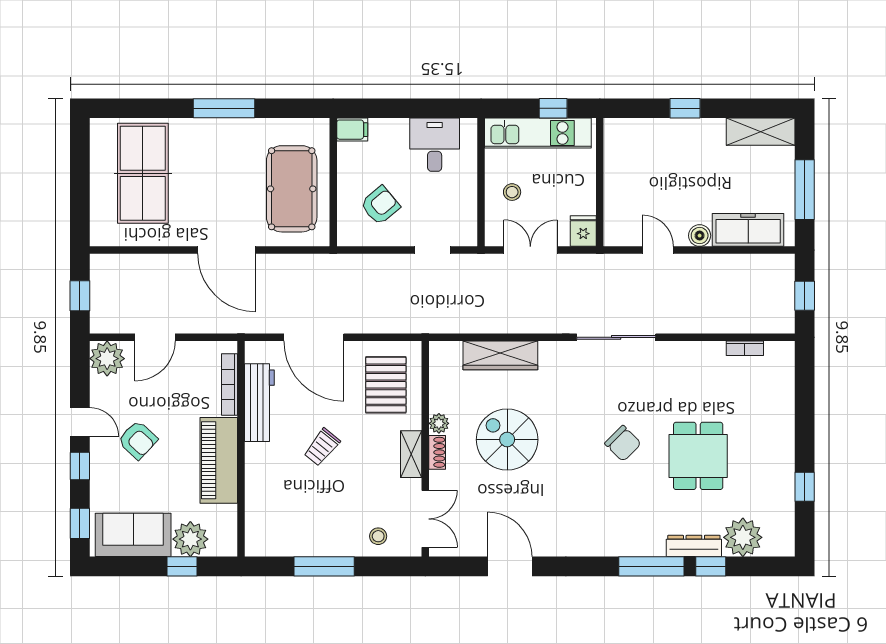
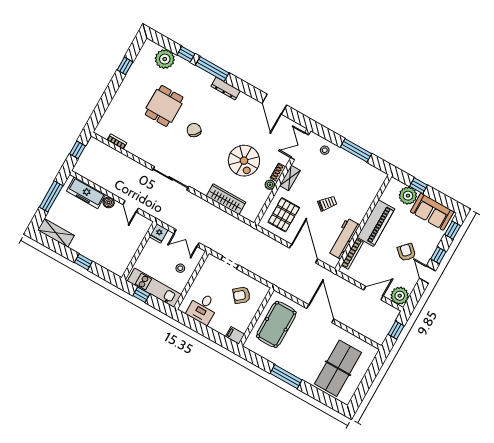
dresser: (694, 546) -> (226, 88), moved

